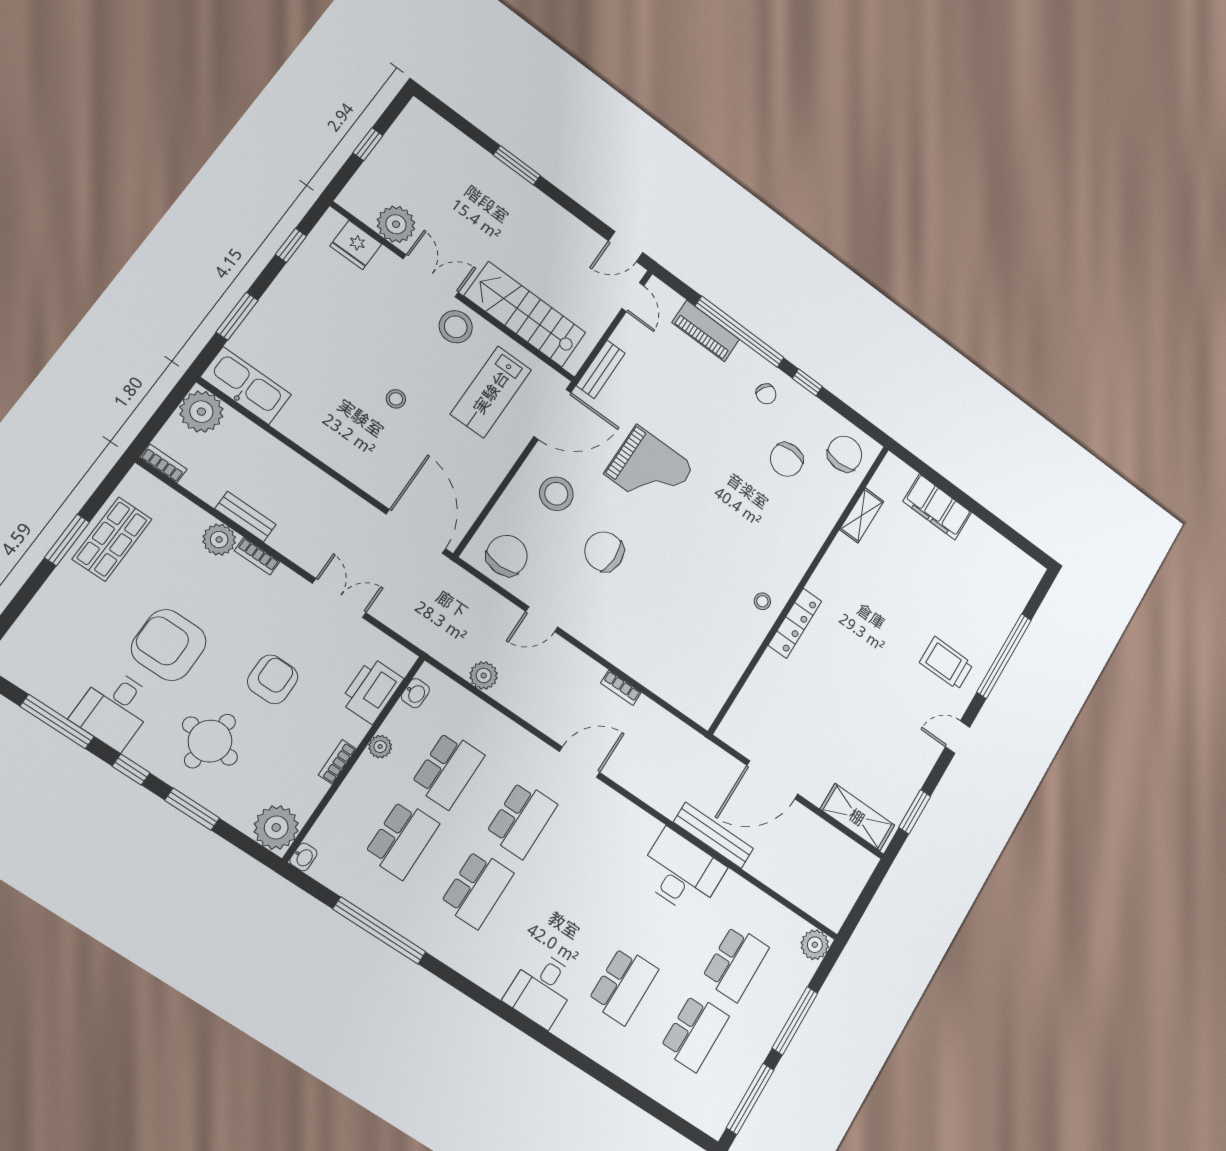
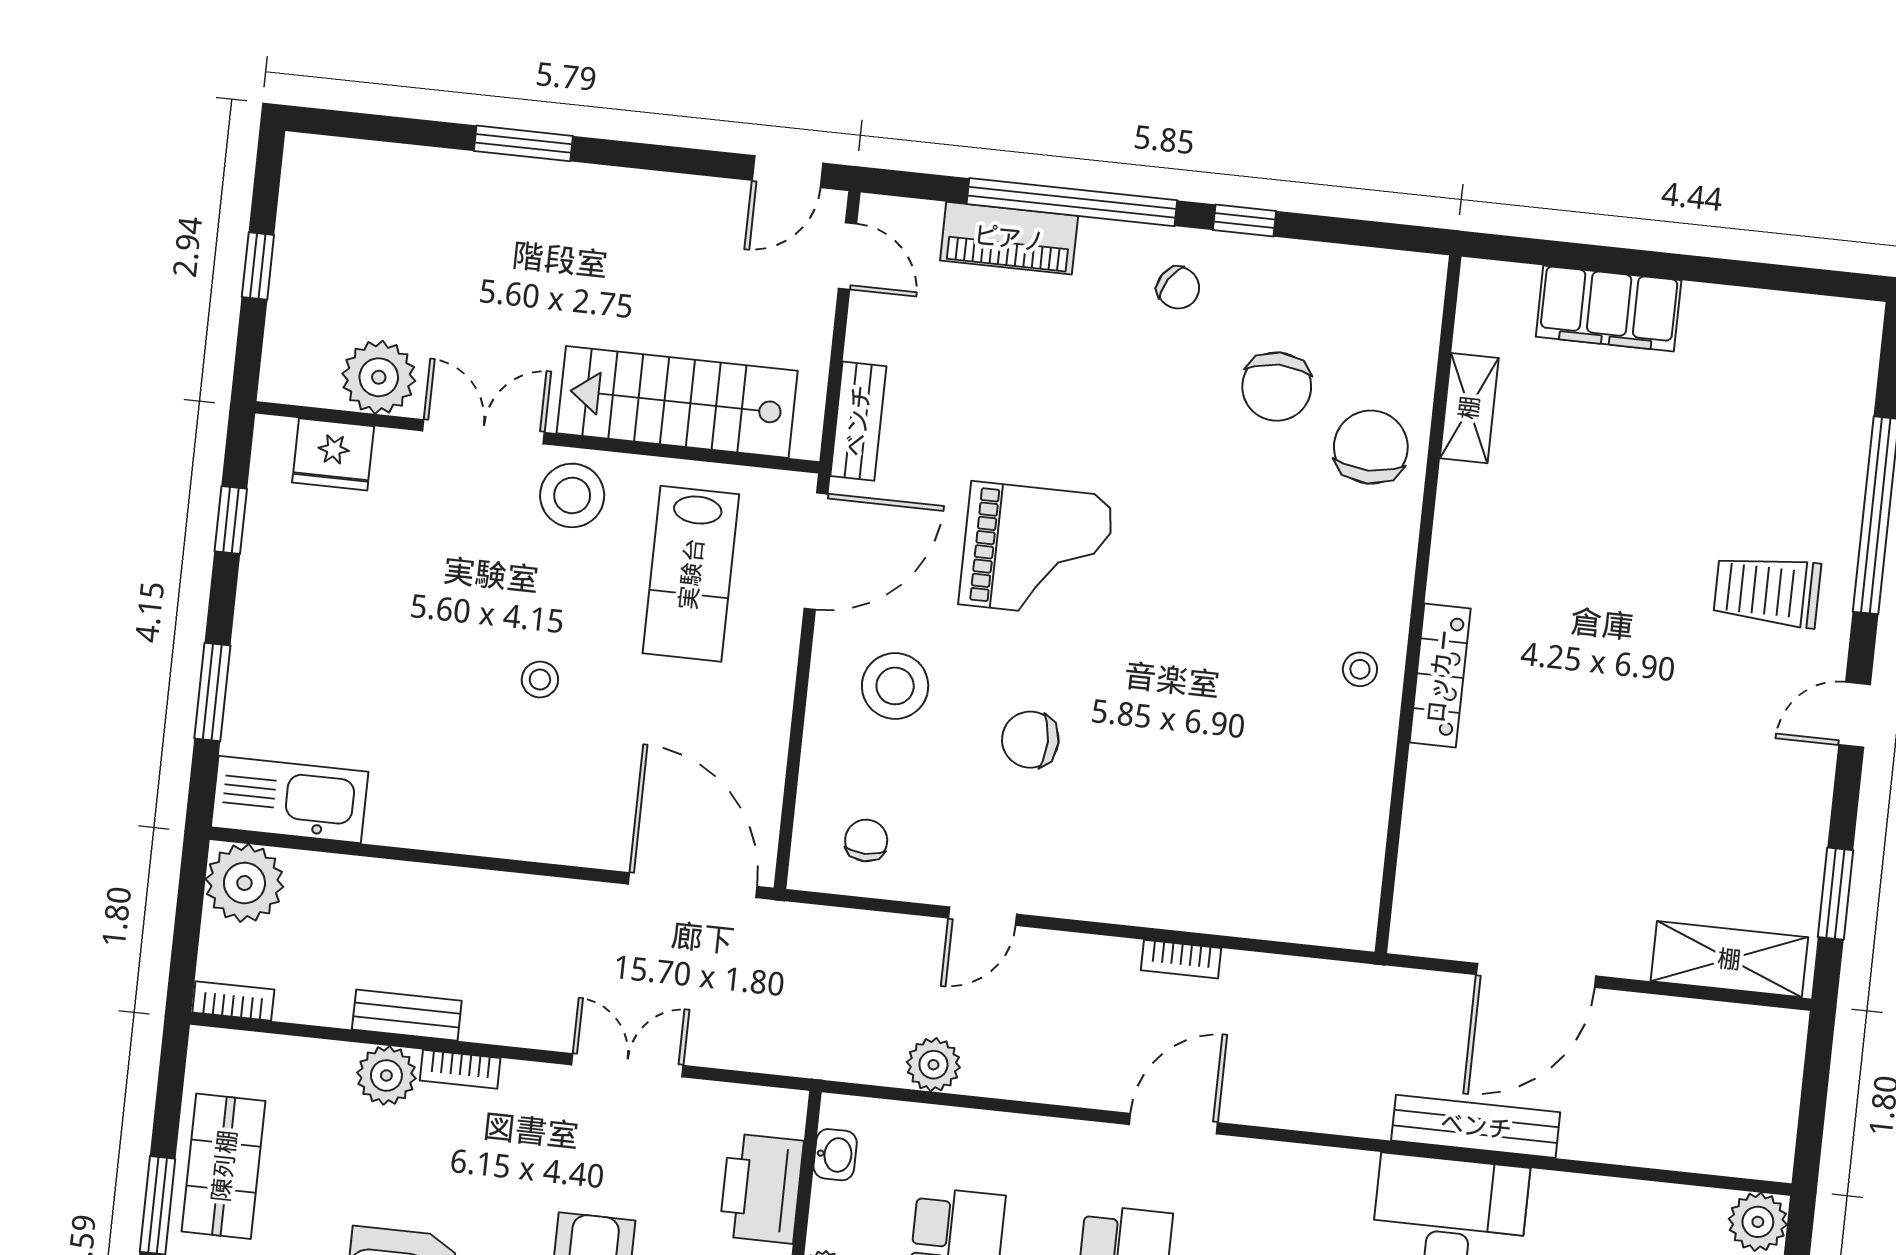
chair: (845, 454) -> (1371, 447), moved
chair: (604, 552) -> (1030, 740), width x0.73, depth x0.73
chair: (507, 555) -> (866, 840), width x0.54, depth x0.54

